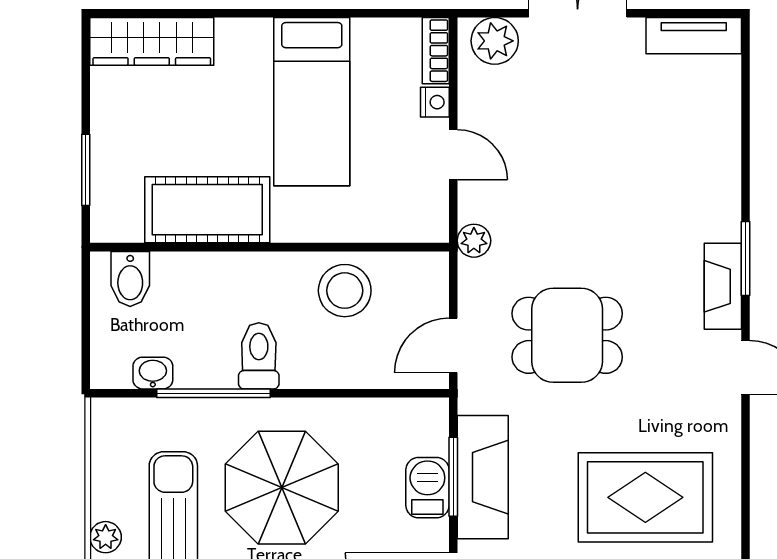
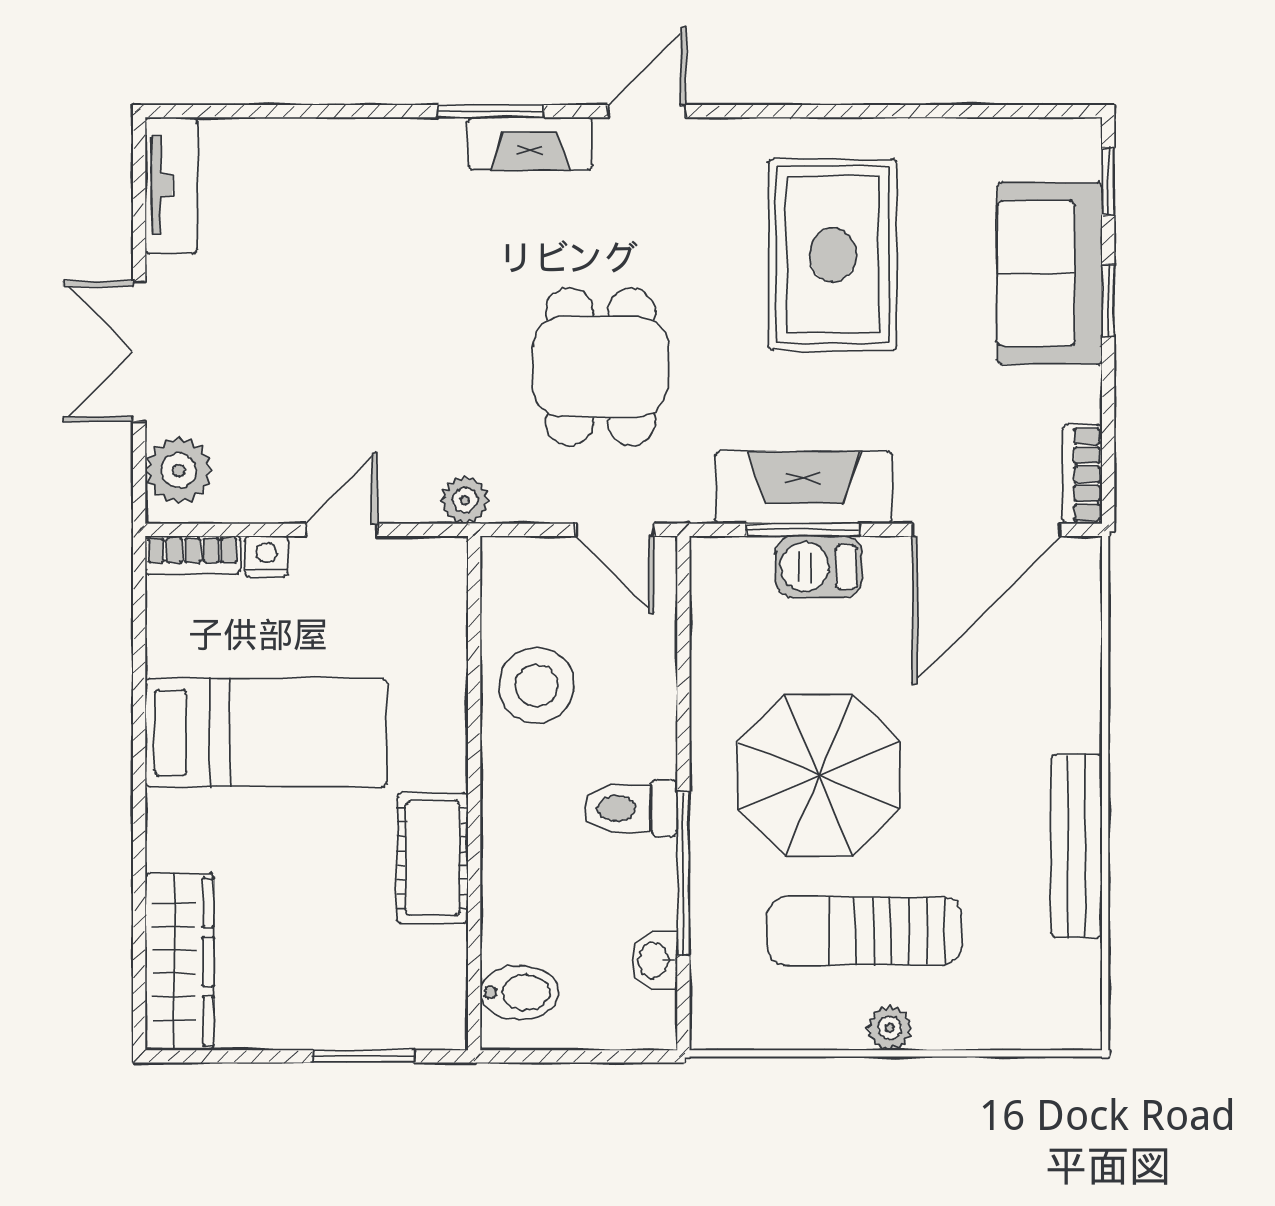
cot: (207, 210) -> (433, 858), width x0.73, depth x0.75

